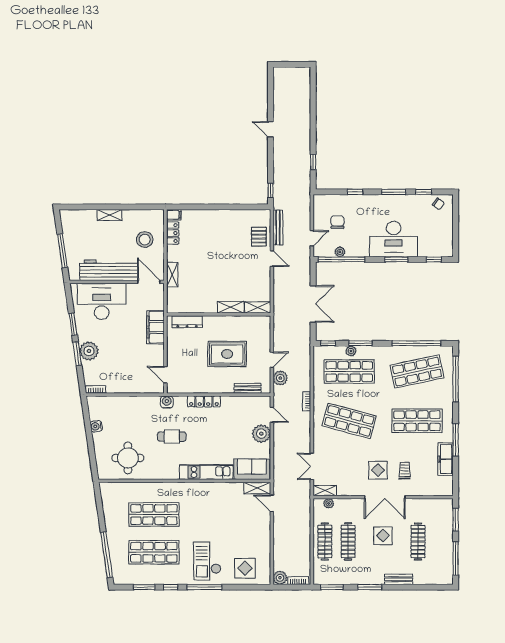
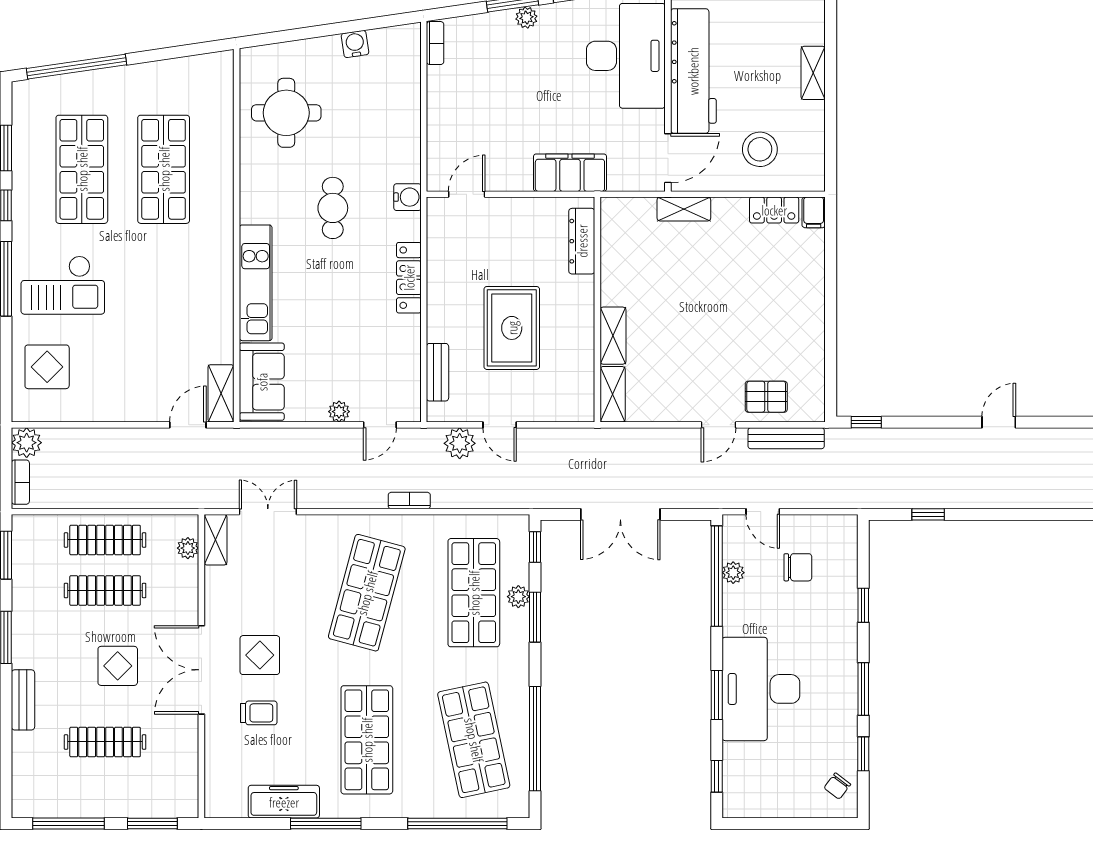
plant: (89, 351) -> (526, 18), width x0.53, depth x0.53
plant: (261, 434) -> (339, 412), width x0.53, depth x0.53
checkout: (207, 561) -> (63, 285), turned 180

